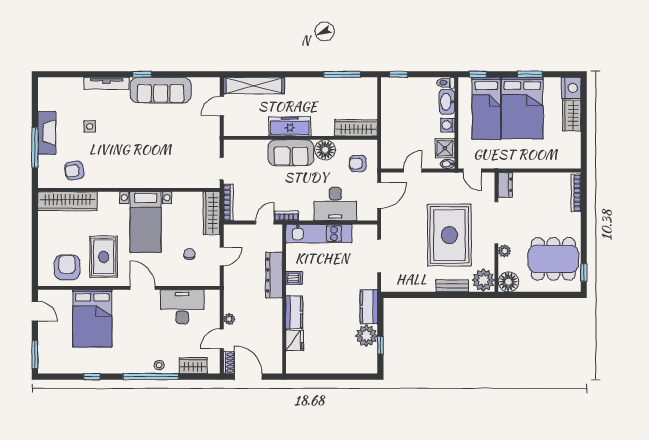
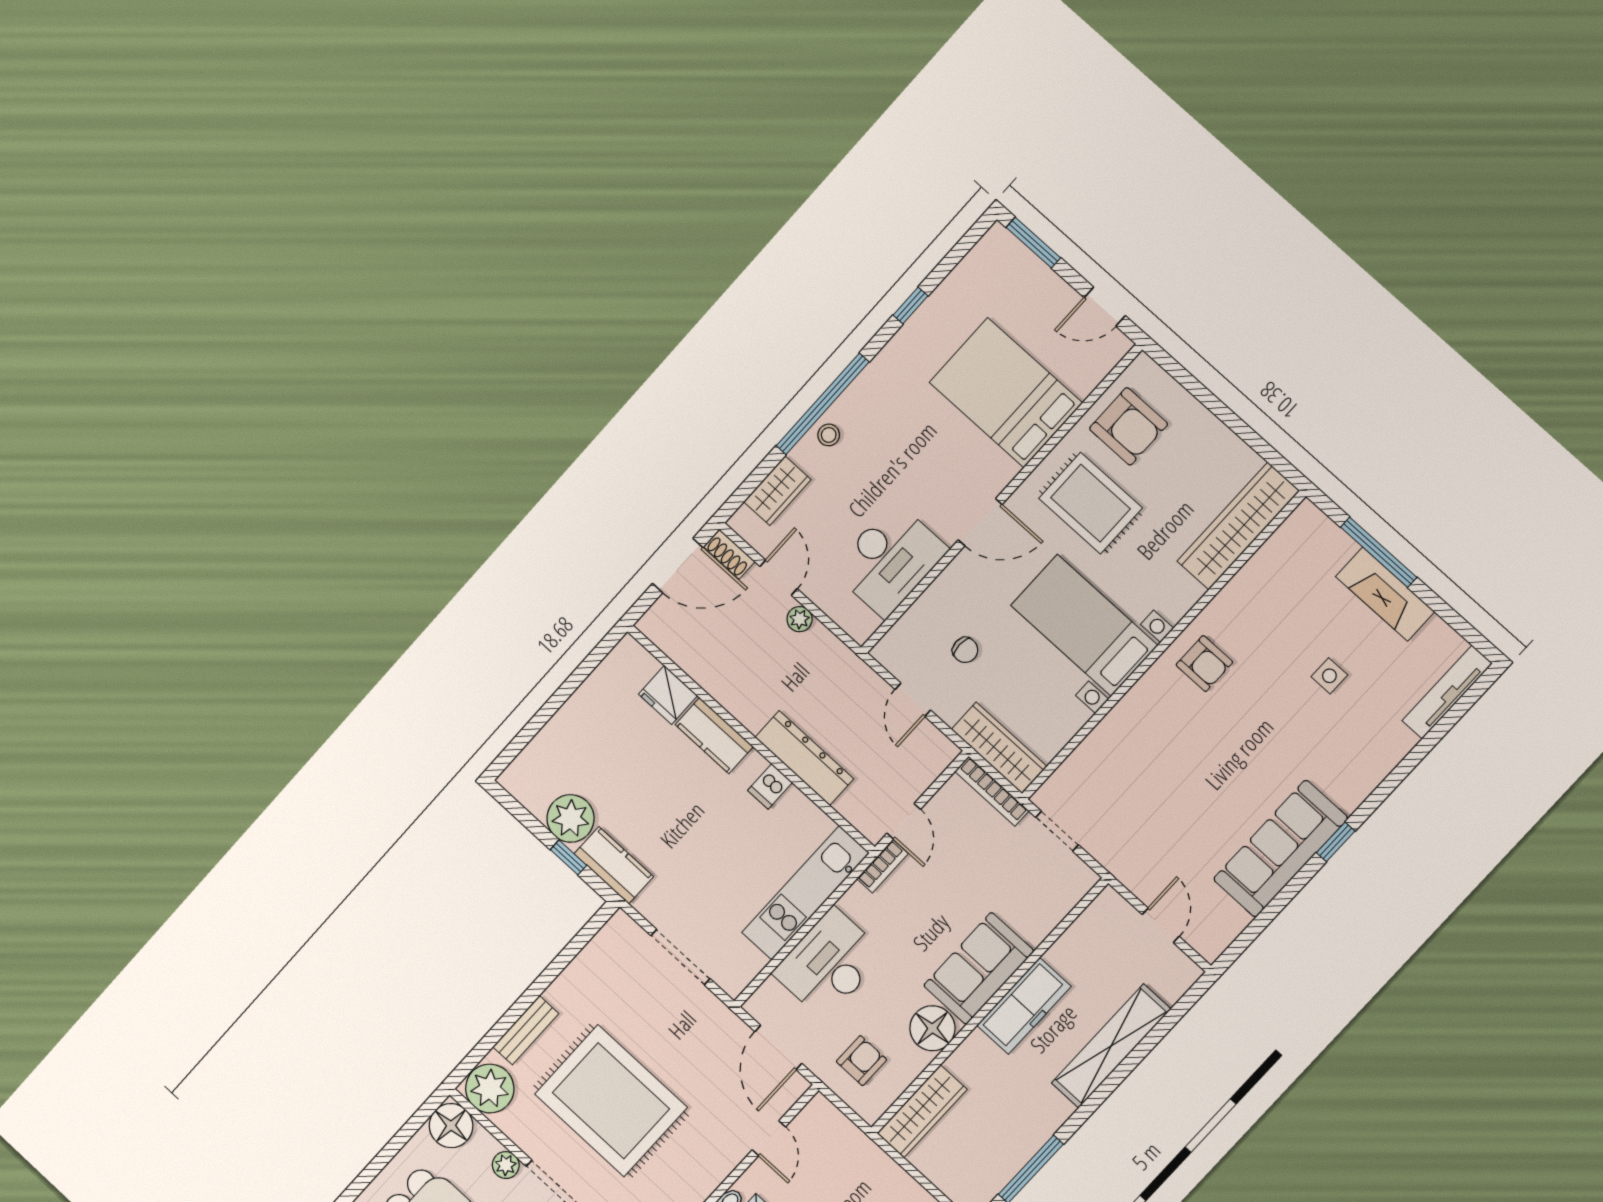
tv unit: (107, 83) -> (1447, 692), moved
shelving: (254, 86) -> (1111, 1046), moved
armchair: (74, 171) -> (1204, 664), moved, turned 99
window: (380, 345) -> (568, 857), moved

